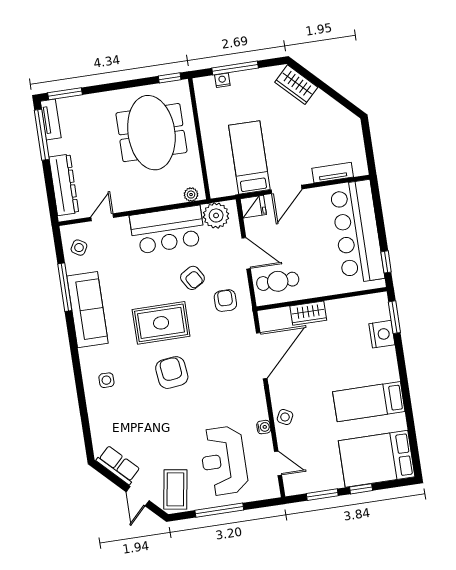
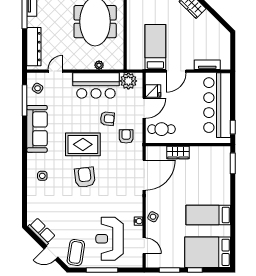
plant: (191, 195) -> (99, 65), moved
fridge: (253, 207) -> (153, 91), moved
door: (246, 253) -> (144, 108), hinge flipped
armchair: (192, 278) -> (107, 119), turned -53
window: (65, 287) -> (25, 100), moved
nightstand: (382, 334) -> (223, 173), removed
door: (138, 496) -> (51, 253), hinge flipped

